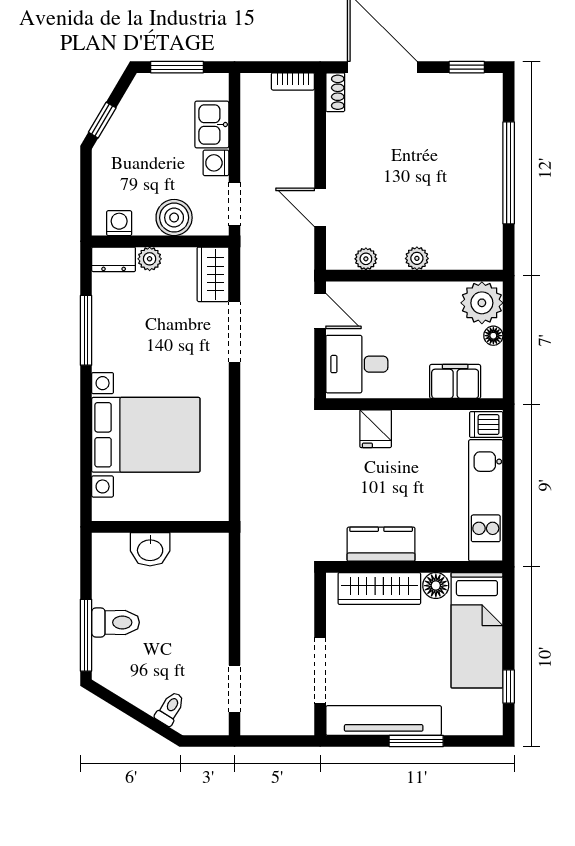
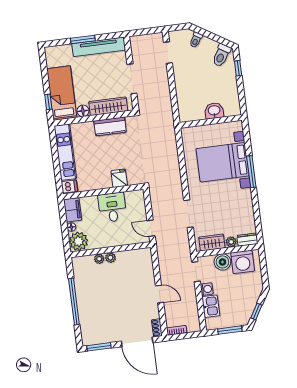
window: (467, 67) -> (99, 347), width x1.50
window: (102, 120) -> (256, 311), moved
door: (320, 207) -> (160, 294), moved
washing machine: (119, 223) -> (243, 262), width x1.89, depth x1.89
plant: (366, 259) -> (99, 259), moved
wardrobe: (213, 274) -> (212, 243), moved, turned -90
window: (86, 330) -> (251, 172), moved
desk: (357, 364) -> (112, 207), moved, turned -90
filing cabinet: (455, 381) -> (73, 210), moved, turned -90
toilet: (116, 622) -> (221, 55), moved, turned -58
window: (86, 635) -> (238, 68), width x0.46
doorway: (320, 670) -> (132, 79), moved
window: (509, 687) -> (48, 102), moved

